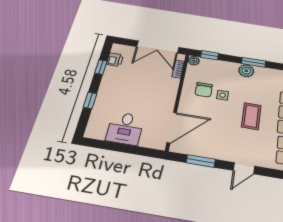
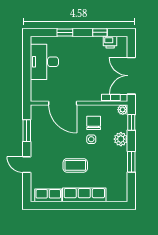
plant: (246, 71) -> (121, 139), moved
chair: (204, 90) -> (94, 123), turned 90
door: (172, 127) -> (63, 103), moved
desk: (125, 128) -> (44, 62), width x1.37

